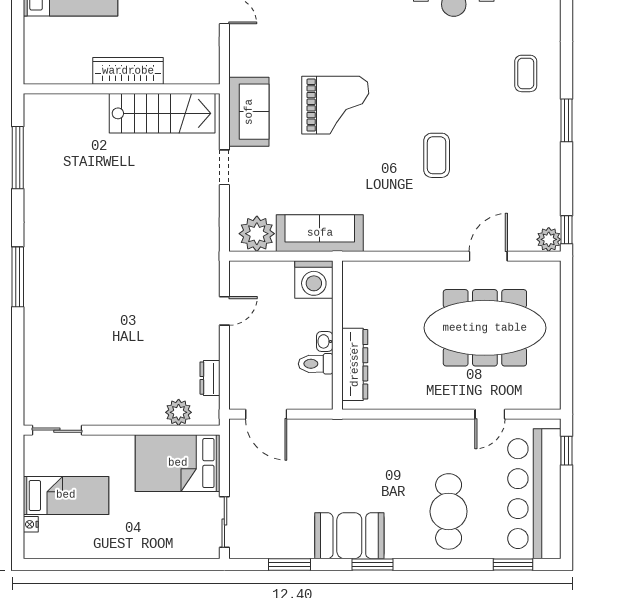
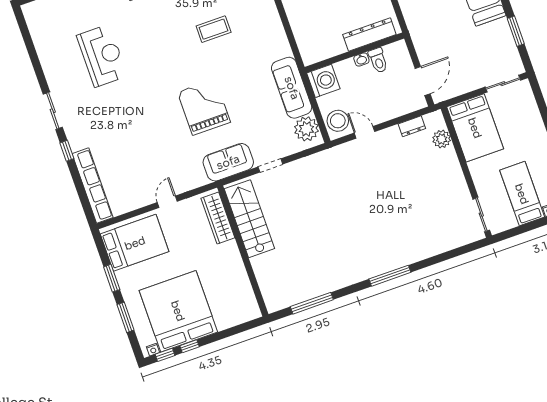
wardrobe: (128, 71) -> (218, 218), moved
stool: (253, 280) -> (338, 121), added

